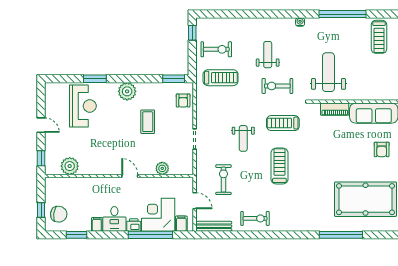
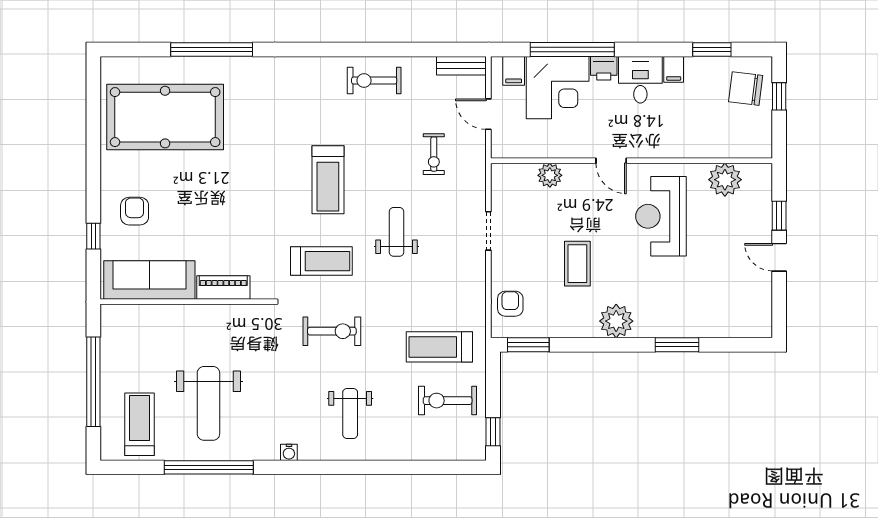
weight bench: (268, 55) -> (350, 413), moved
weight bench: (328, 72) -> (208, 403), moved
reception desk: (83, 106) -> (661, 216), moved
window: (41, 158) -> (779, 216), moved
exercise bike: (223, 180) -> (434, 154), width x0.73, depth x0.72
bench: (214, 226) -> (461, 66), width x0.73

